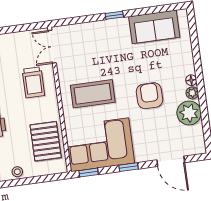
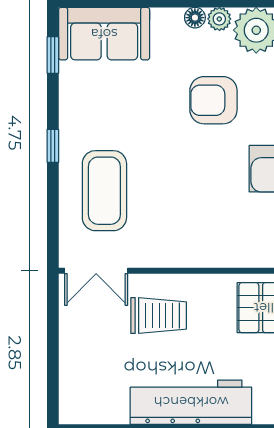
window: (162, 9) -> (53, 55), added
sofa: (154, 27) -> (104, 34), moved, turned 90
coffee table: (93, 94) -> (104, 191), moved

